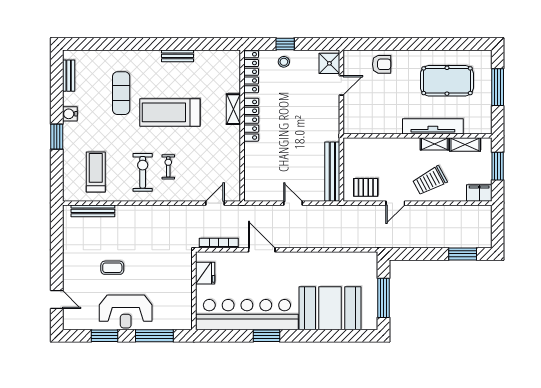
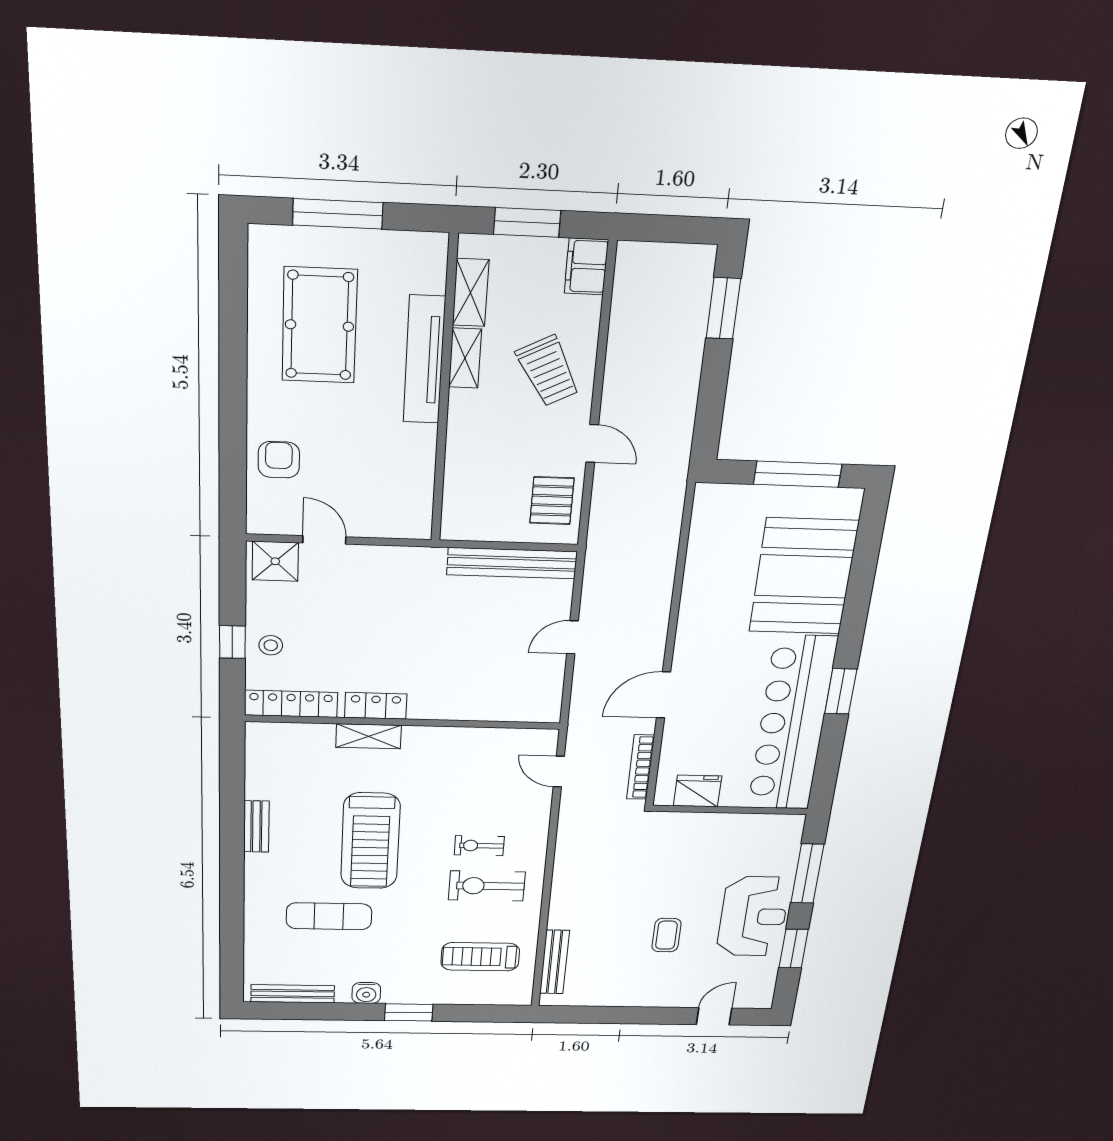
bench: (69, 76) -> (293, 994), width x1.36
locker: (251, 120) -> (376, 706), width x0.66

